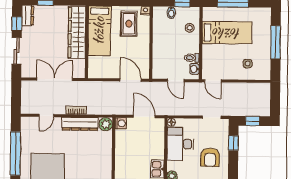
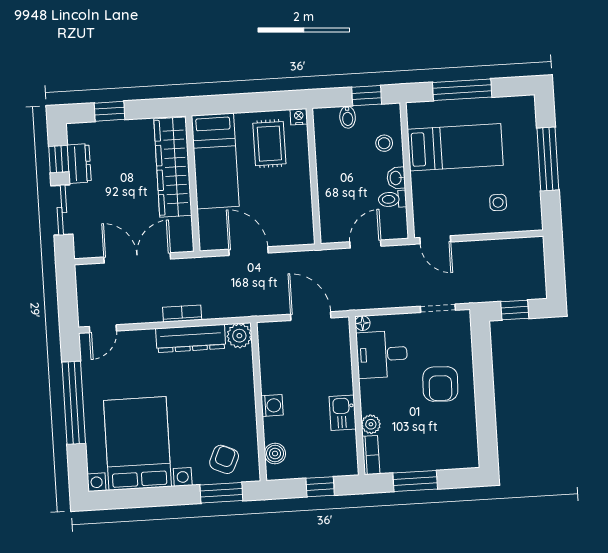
dresser: (28, 15) -> (79, 164), moved
washbasin: (194, 69) -> (396, 178), moved
door: (131, 80) -> (248, 251), moved
door: (176, 80) -> (365, 244), swing flipped
door: (46, 115) -> (103, 329), moved
washing machine: (121, 123) -> (272, 405), moved
window: (233, 143) -> (482, 354), removed
desk: (180, 144) -> (382, 354), width x0.73

